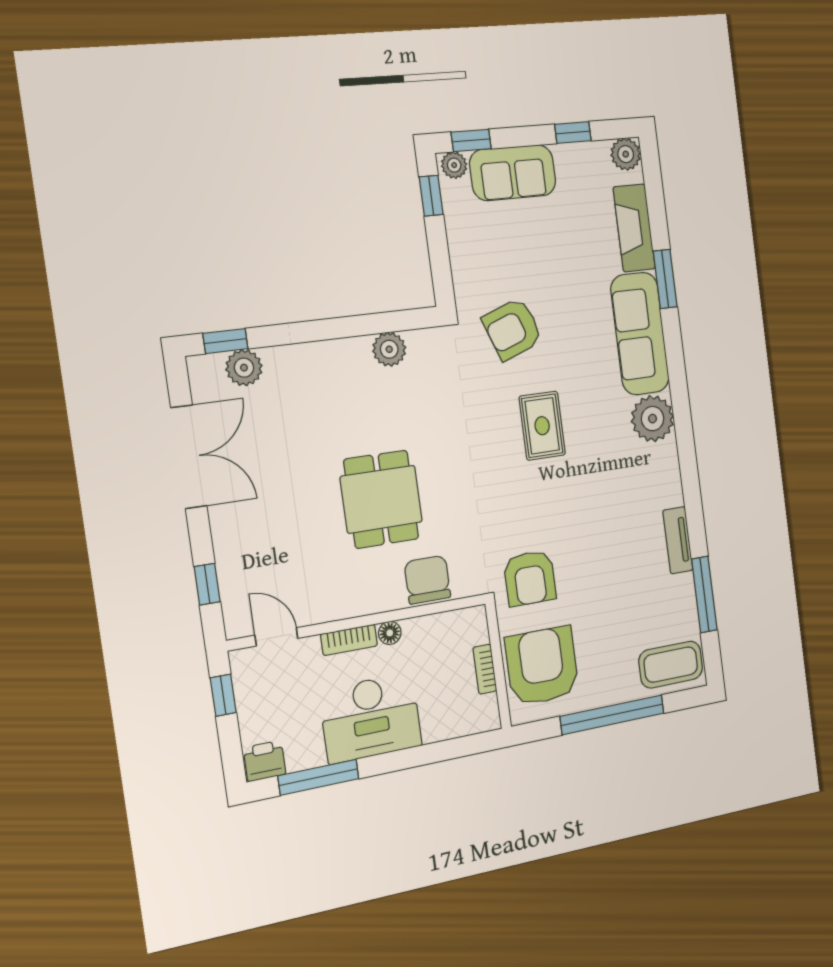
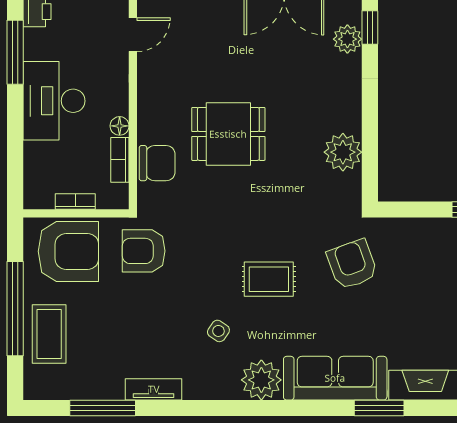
plant: (389, 349) -> (343, 152), width x1.36, depth x1.36
side table: (606, 476) -> (218, 331), added
bookcase: (349, 640) -> (120, 160), moved
coffee table: (671, 665) -> (49, 334), moved

